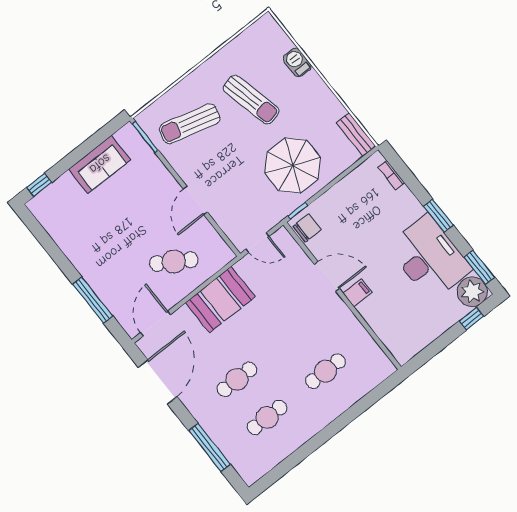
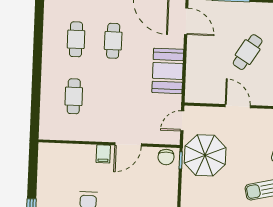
parasol: (293, 165) -> (205, 155), moved
cafe table: (174, 262) -> (248, 52), moved

